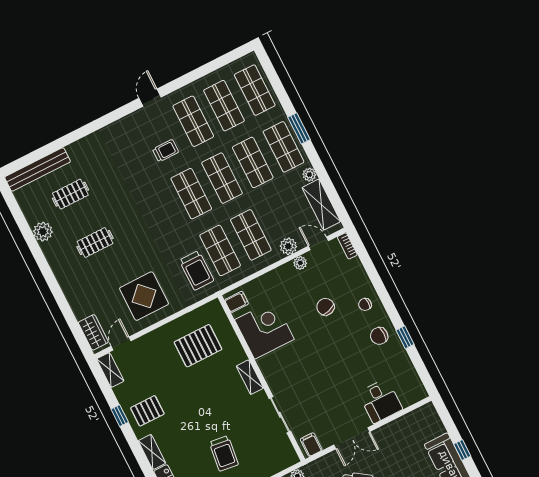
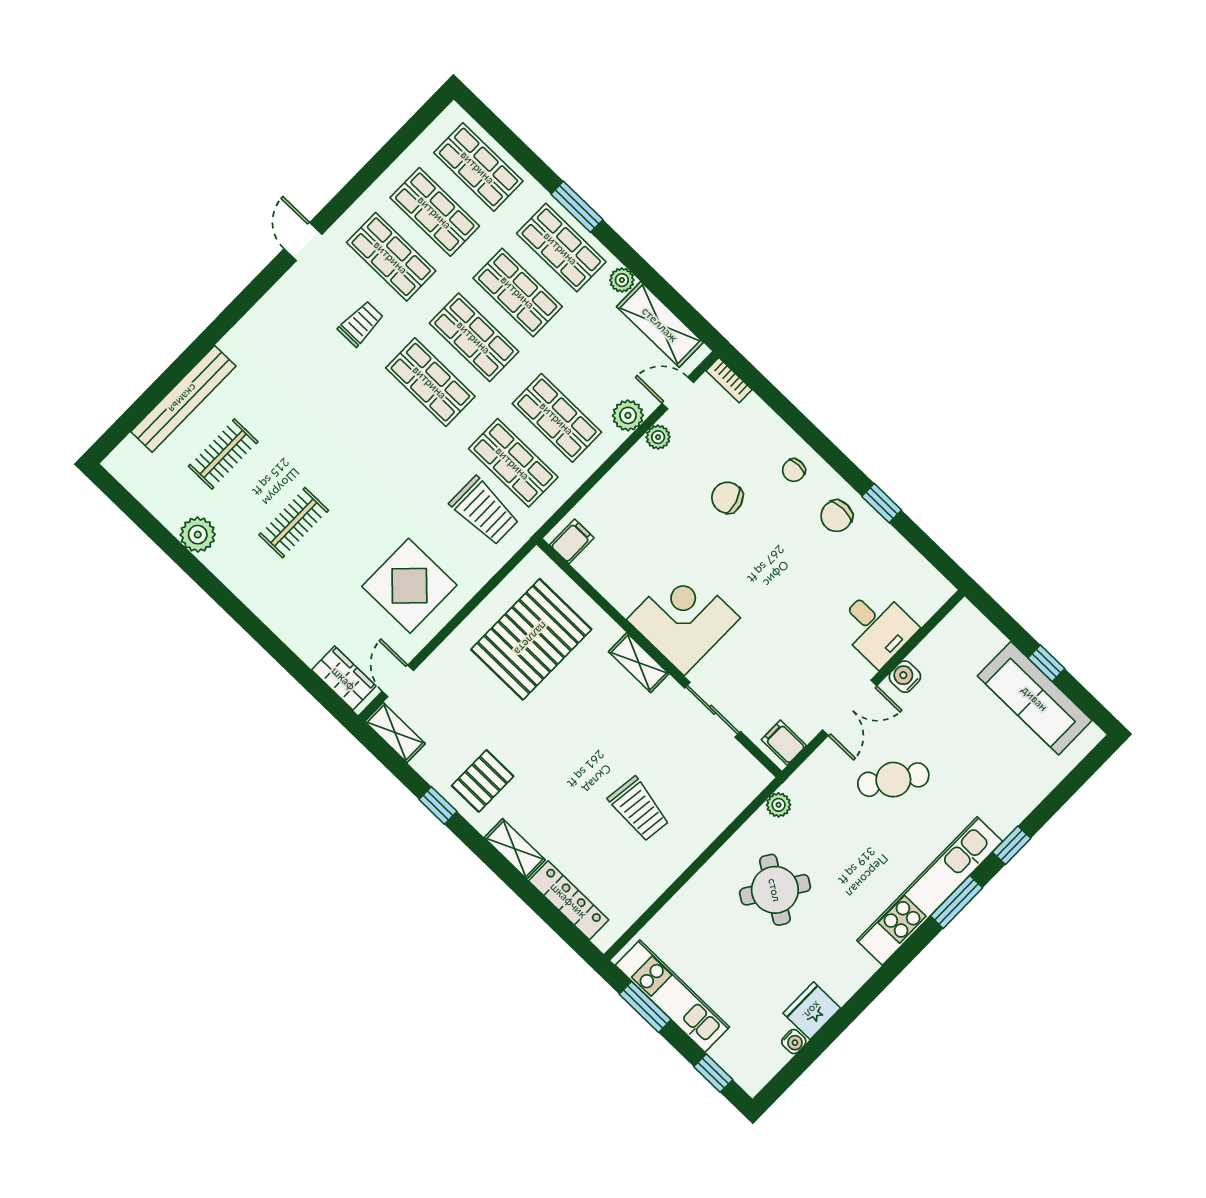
bench: (38, 169) -> (183, 399), moved
corner desk: (264, 330) -> (683, 619), moved
pallet: (198, 346) -> (531, 639), width x1.37, depth x1.41
water cooler: (386, 432) -> (905, 677), added

